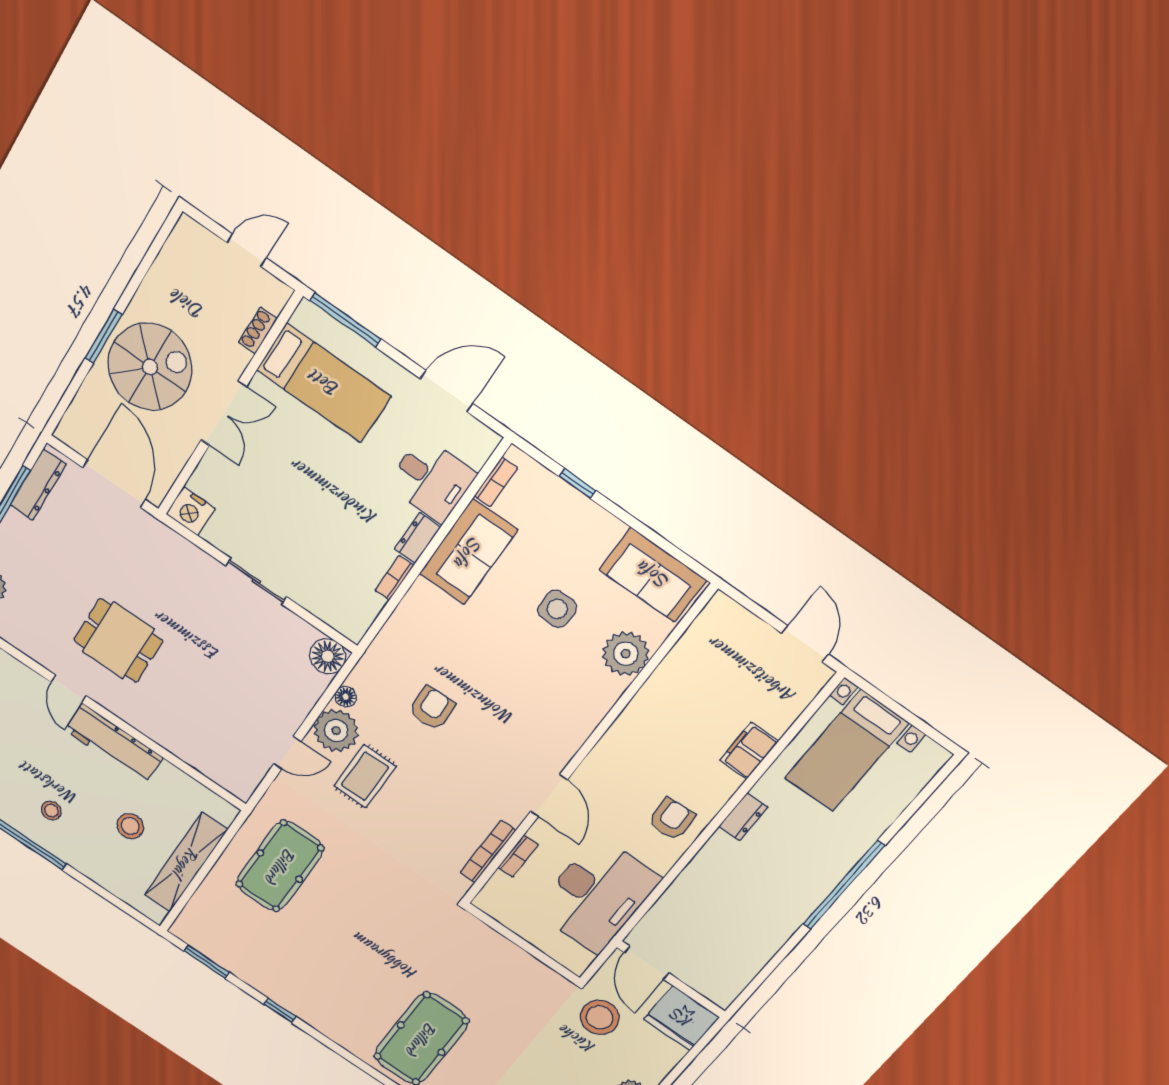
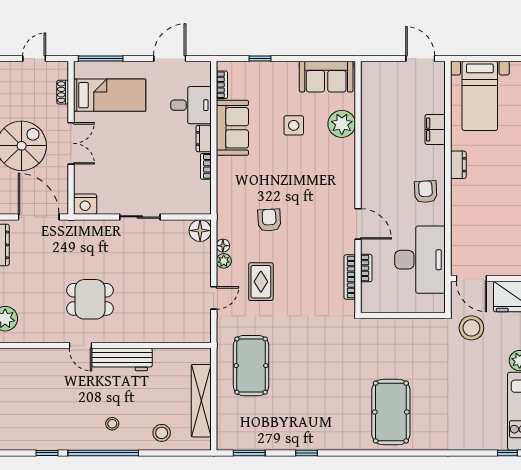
plant: (336, 731) -> (224, 261), width x0.53, depth x0.53
stool: (130, 826) -> (162, 433), moved

